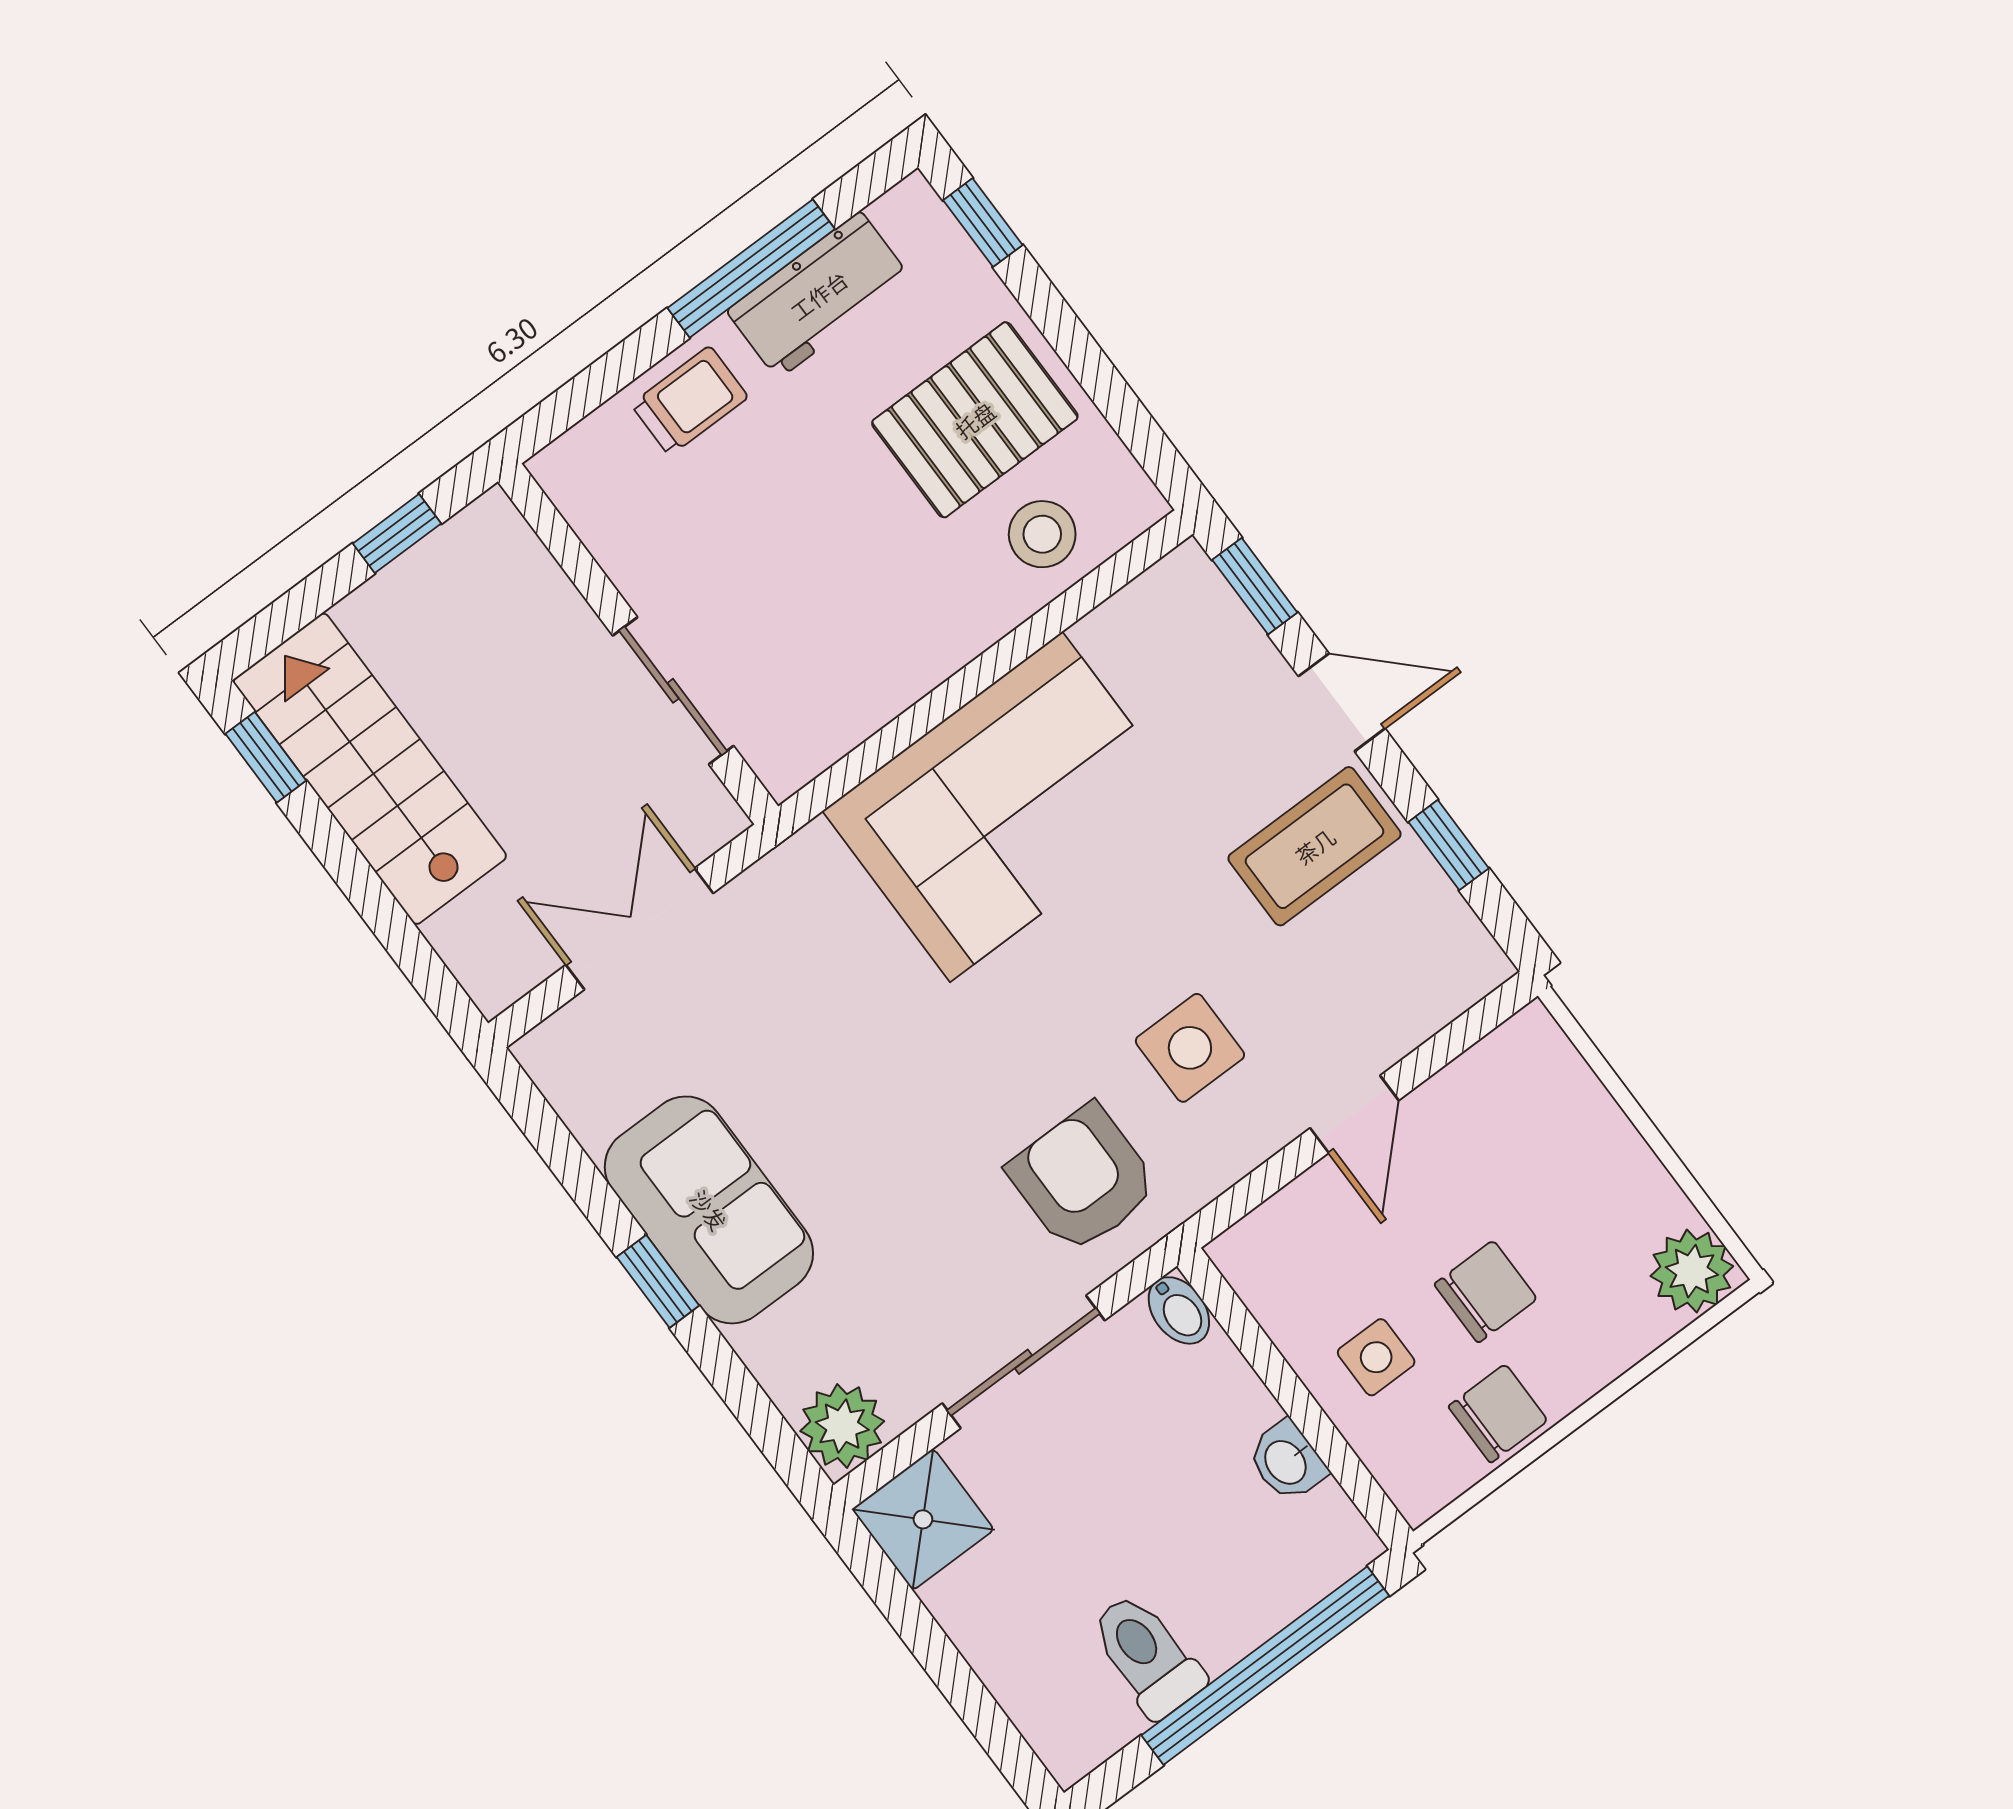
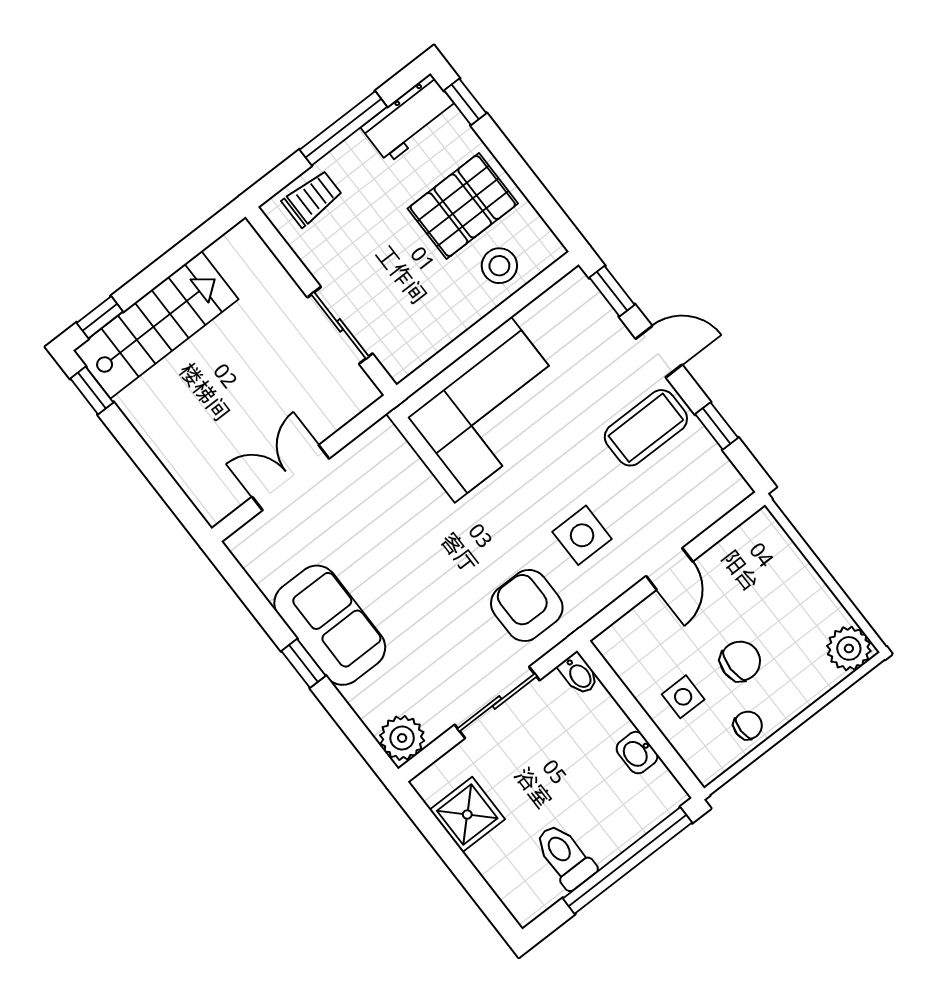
workbench: (819, 295) -> (409, 118), moved
window: (397, 533) -> (100, 317), moved
wall: (638, 644) -> (321, 301), moved
sliding door: (673, 691) -> (340, 325), moved
stairs: (370, 769) -> (156, 325), moved, turned 90
chair: (1498, 1413) -> (748, 725), width x0.73, depth x0.73
shower: (923, 1519) -> (467, 815), moved

